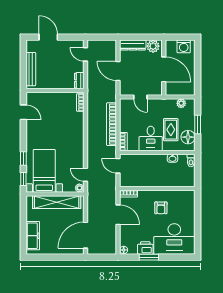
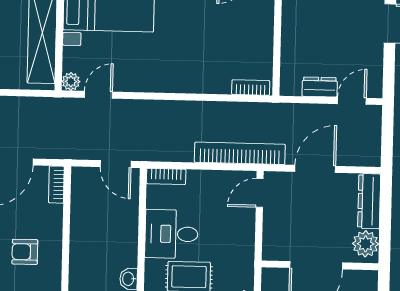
dresser: (79, 81) -> (320, 87), moved
door: (140, 97) -> (260, 193), moved
bookcase: (112, 124) -> (240, 153), moved
door: (118, 166) -> (116, 164), swing flipped

